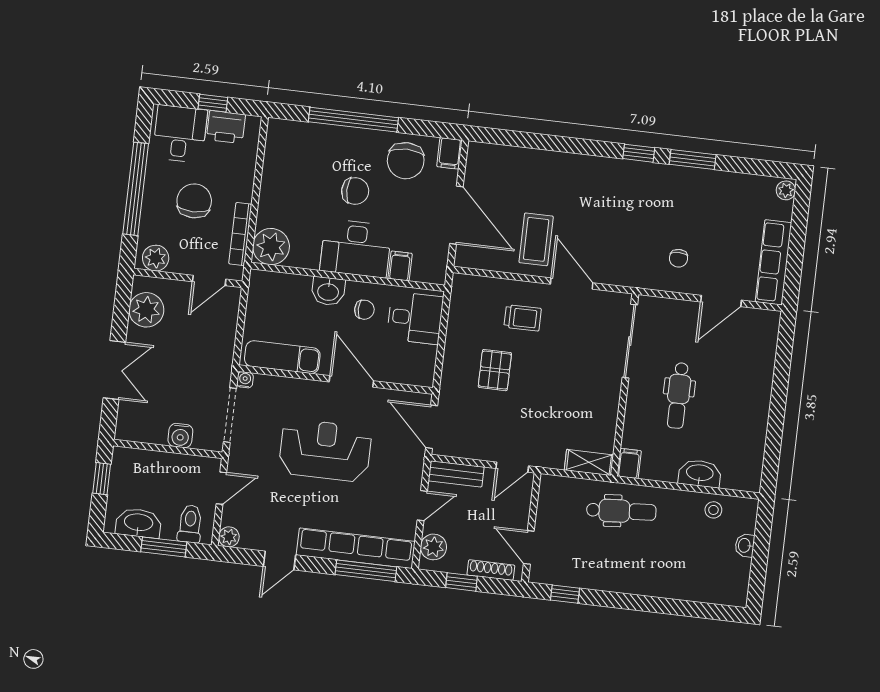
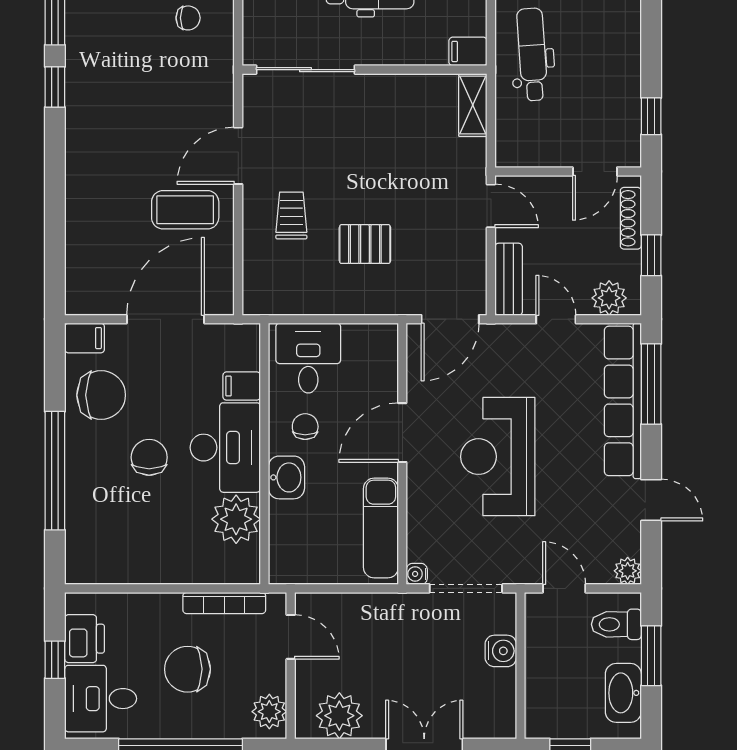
plant: (271, 247) -> (236, 519), moved

